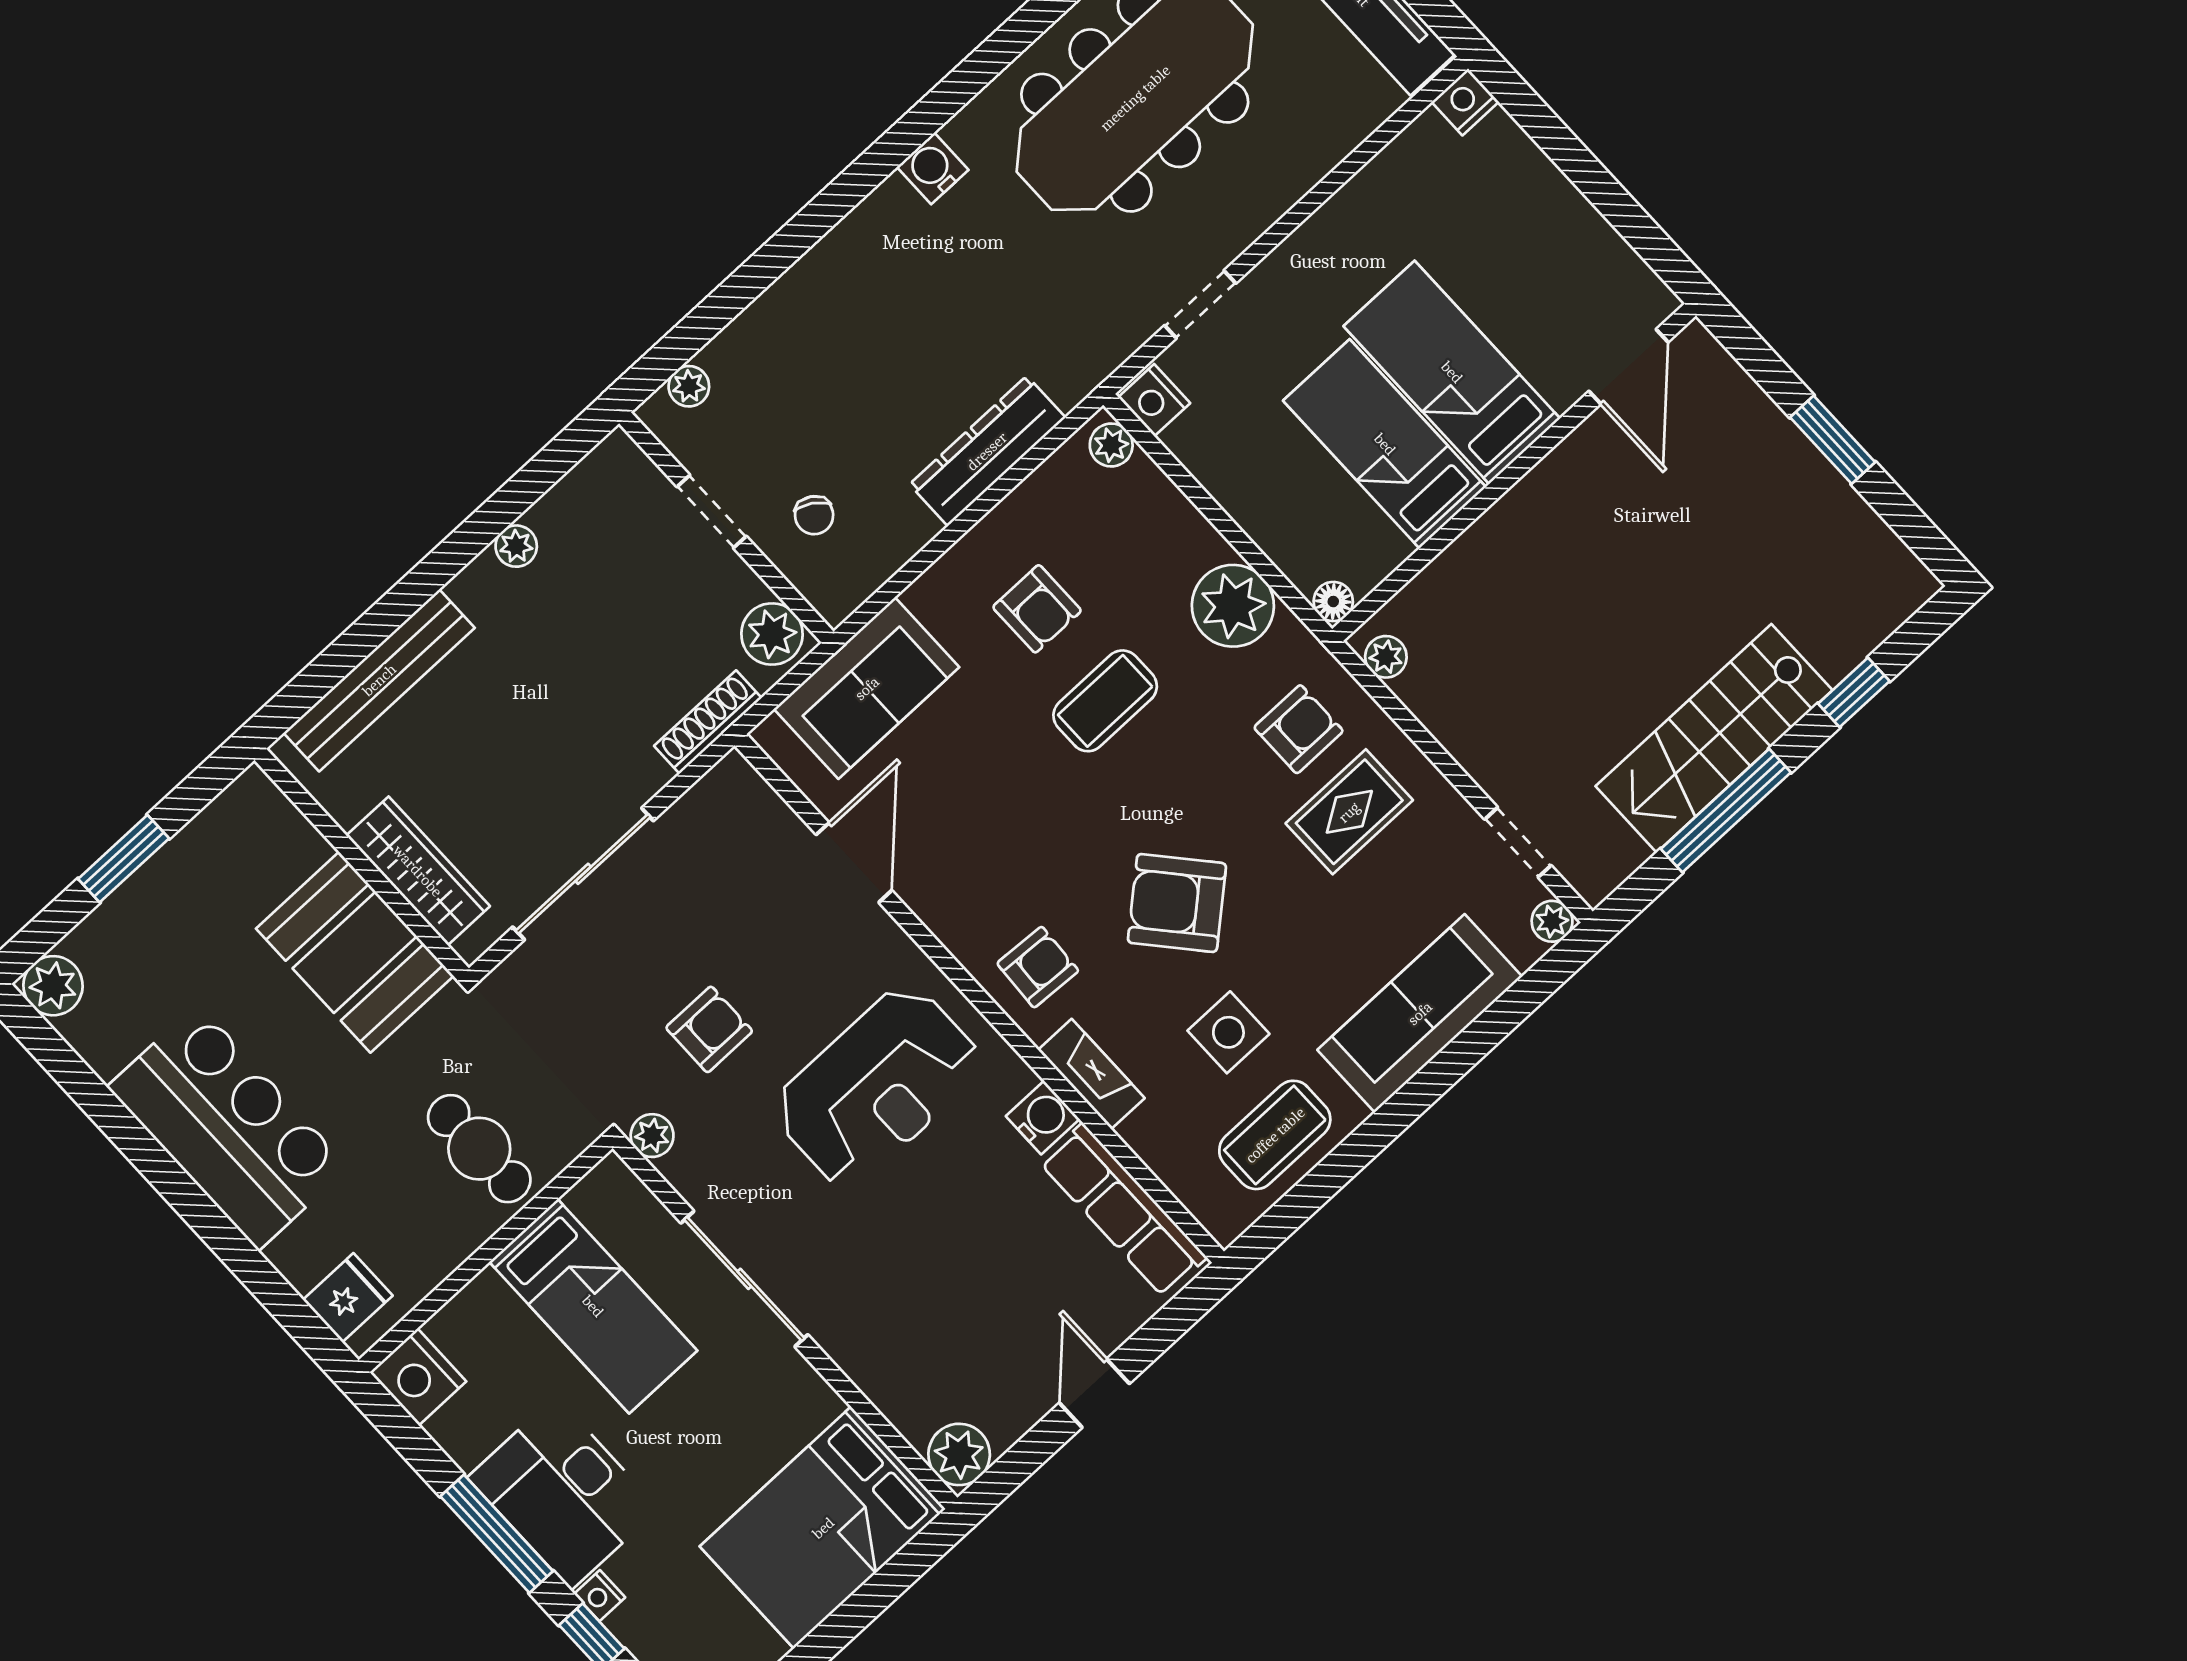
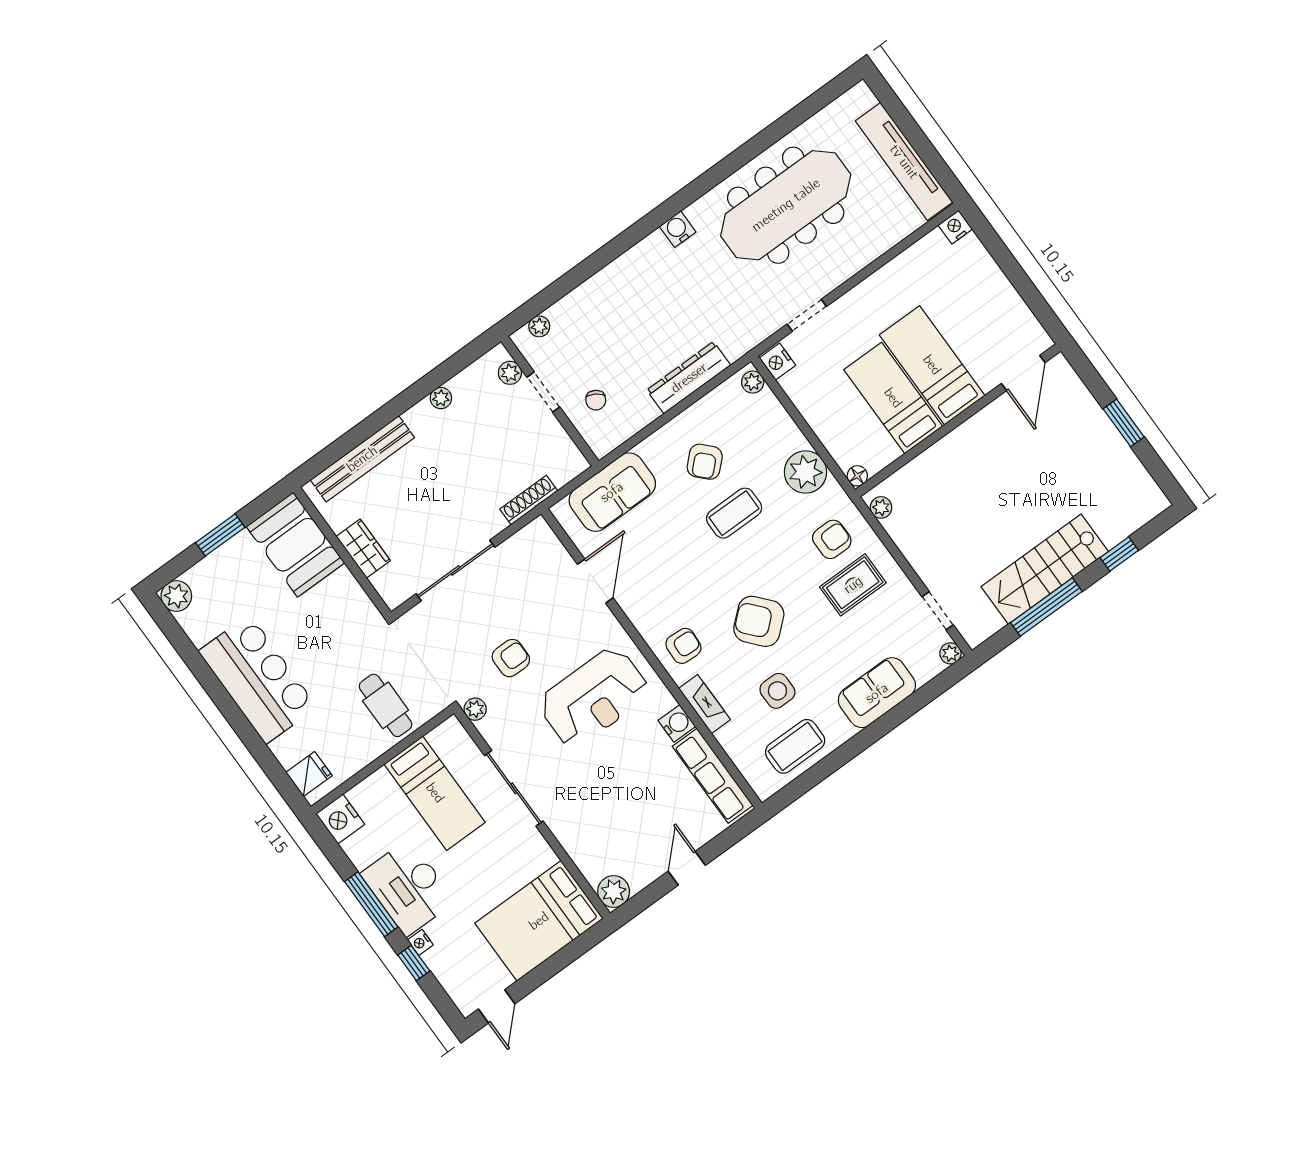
armchair: (1037, 609) -> (705, 462), turned 46
plant: (772, 634) -> (510, 373), moved, width x0.73, depth x0.73
wardrobe: (418, 871) -> (363, 549), width x0.67
booth: (355, 952) -> (295, 545), moved
sofa: (1420, 1013) -> (877, 693), width x0.73

